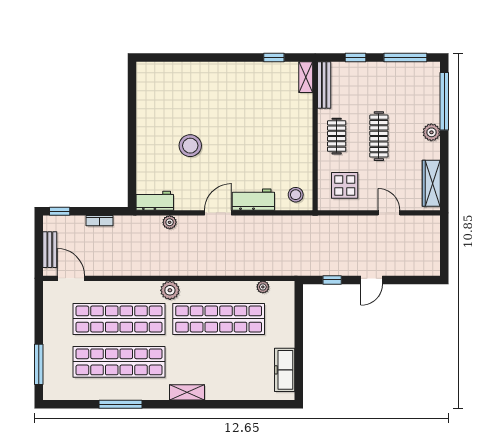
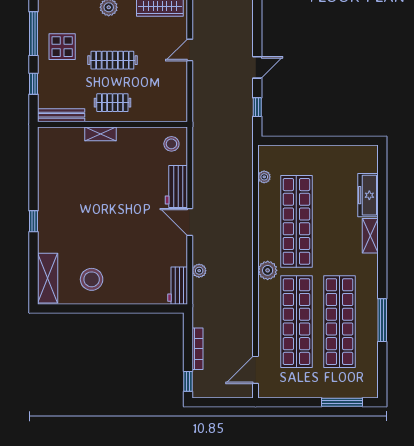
window: (274, 58) -> (34, 221), moved
shelving: (162, 72) -> (48, 278), added
shelving: (306, 77) -> (100, 134), moved
stool: (190, 146) -> (92, 279), moved
display table: (345, 185) -> (62, 47), moved
bookcase: (100, 221) -> (198, 349), width x1.56
bench: (50, 250) -> (227, 391), removed
door: (372, 280) -> (257, 67), hinge flipped
freezer: (285, 370) -> (368, 195), moved, turned 90
shelving: (187, 392) -> (370, 236), moved

